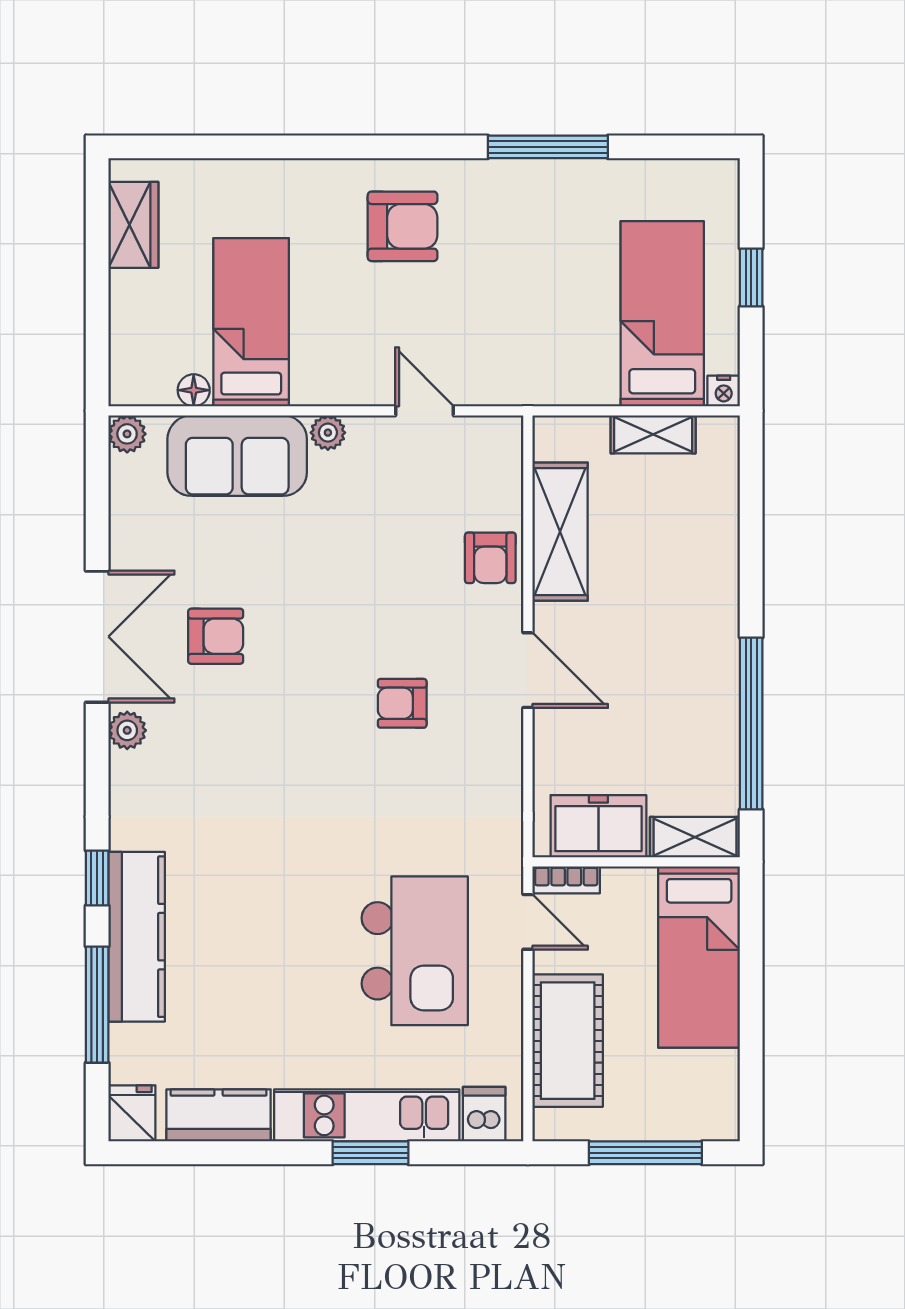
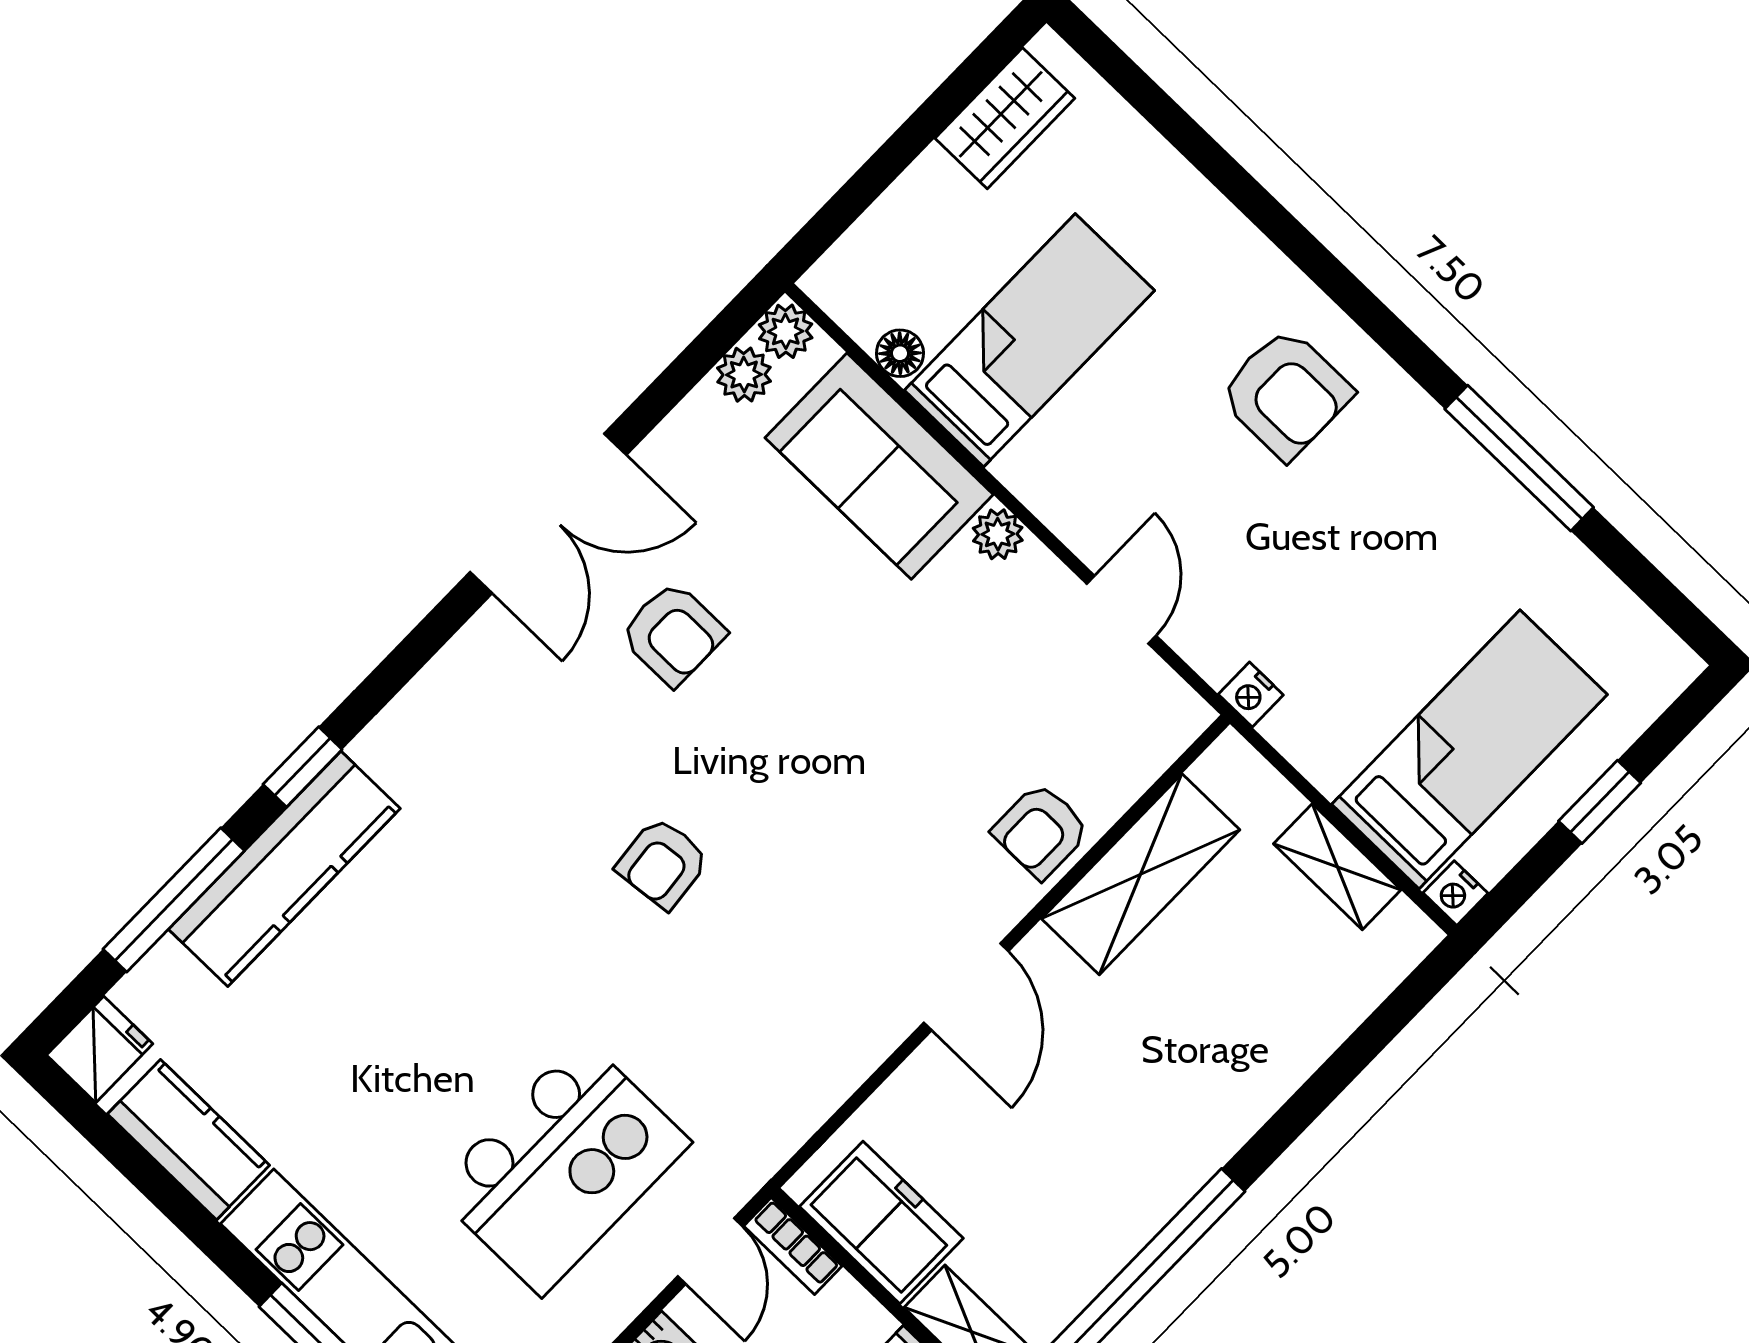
nightstand: (529, 391) -> (1251, 695), added
armchair: (402, 703) -> (663, 863), moved, turned -96
plant: (127, 730) -> (744, 375), moved

